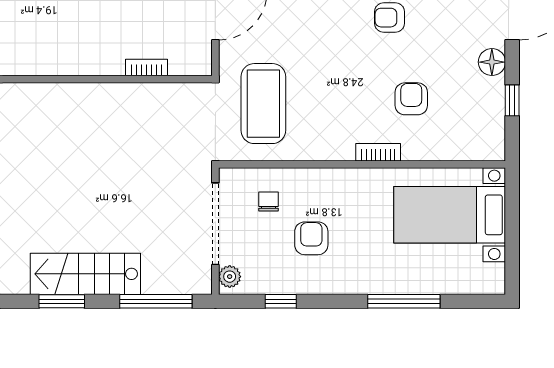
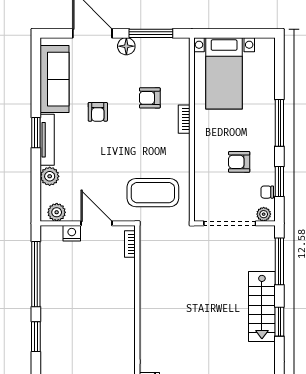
bookcase: (147, 68) -> (130, 244), moved
window: (512, 100) -> (151, 33), width x2.17
chair: (269, 202) -> (267, 192), moved
window: (281, 301) -> (279, 181), width x1.50
window: (404, 301) -> (279, 123), moved

